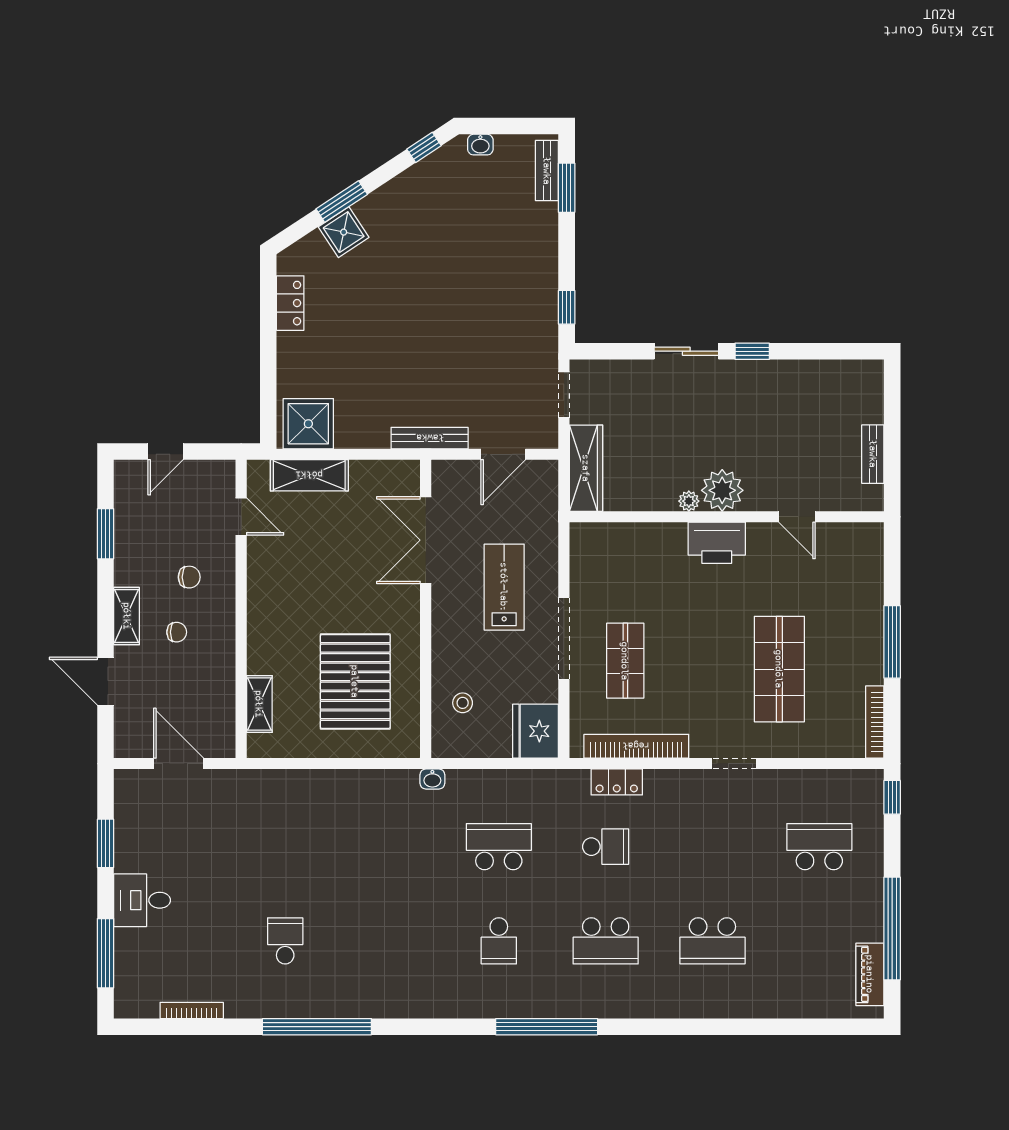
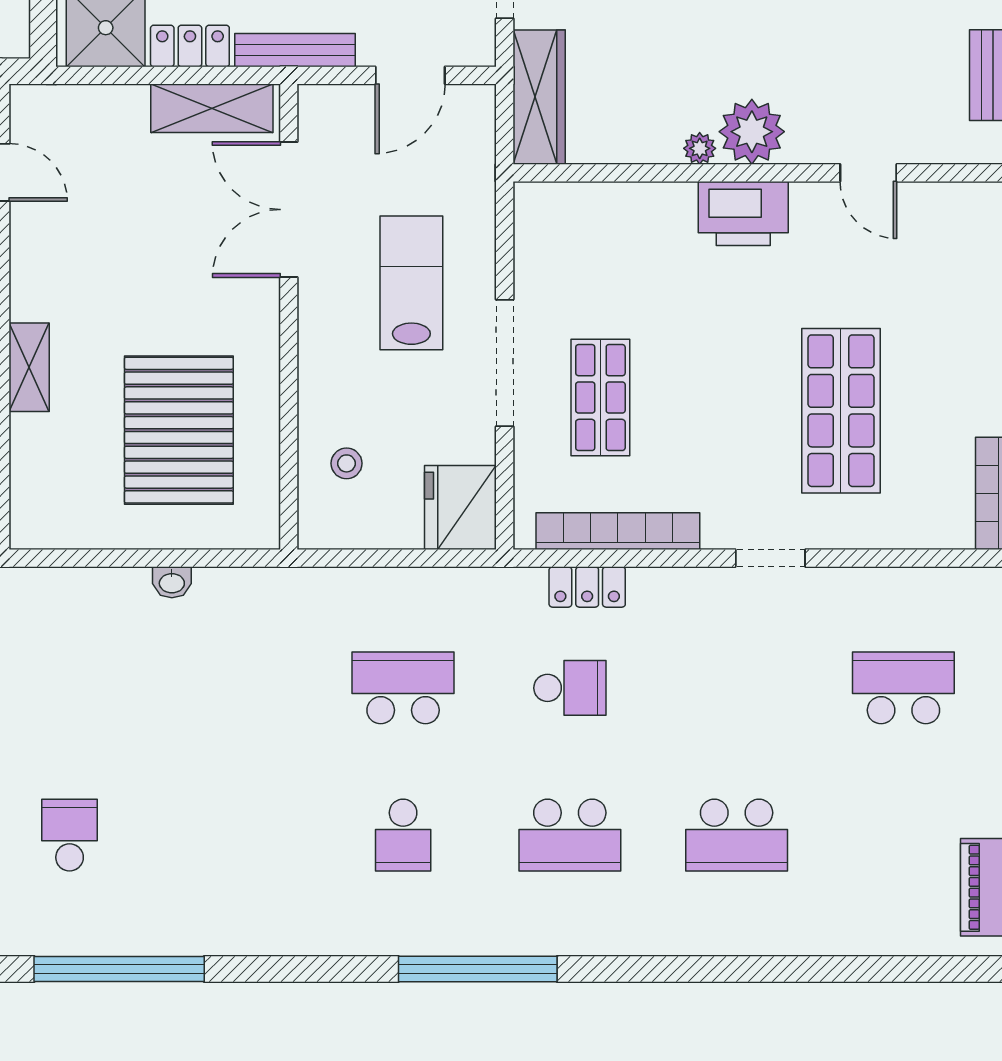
locker: (362, 435) -> (190, 46), added
shelving: (309, 475) -> (212, 108), moved
shelving: (259, 704) -> (29, 367), moved
washbasin: (432, 779) -> (172, 582), moved

